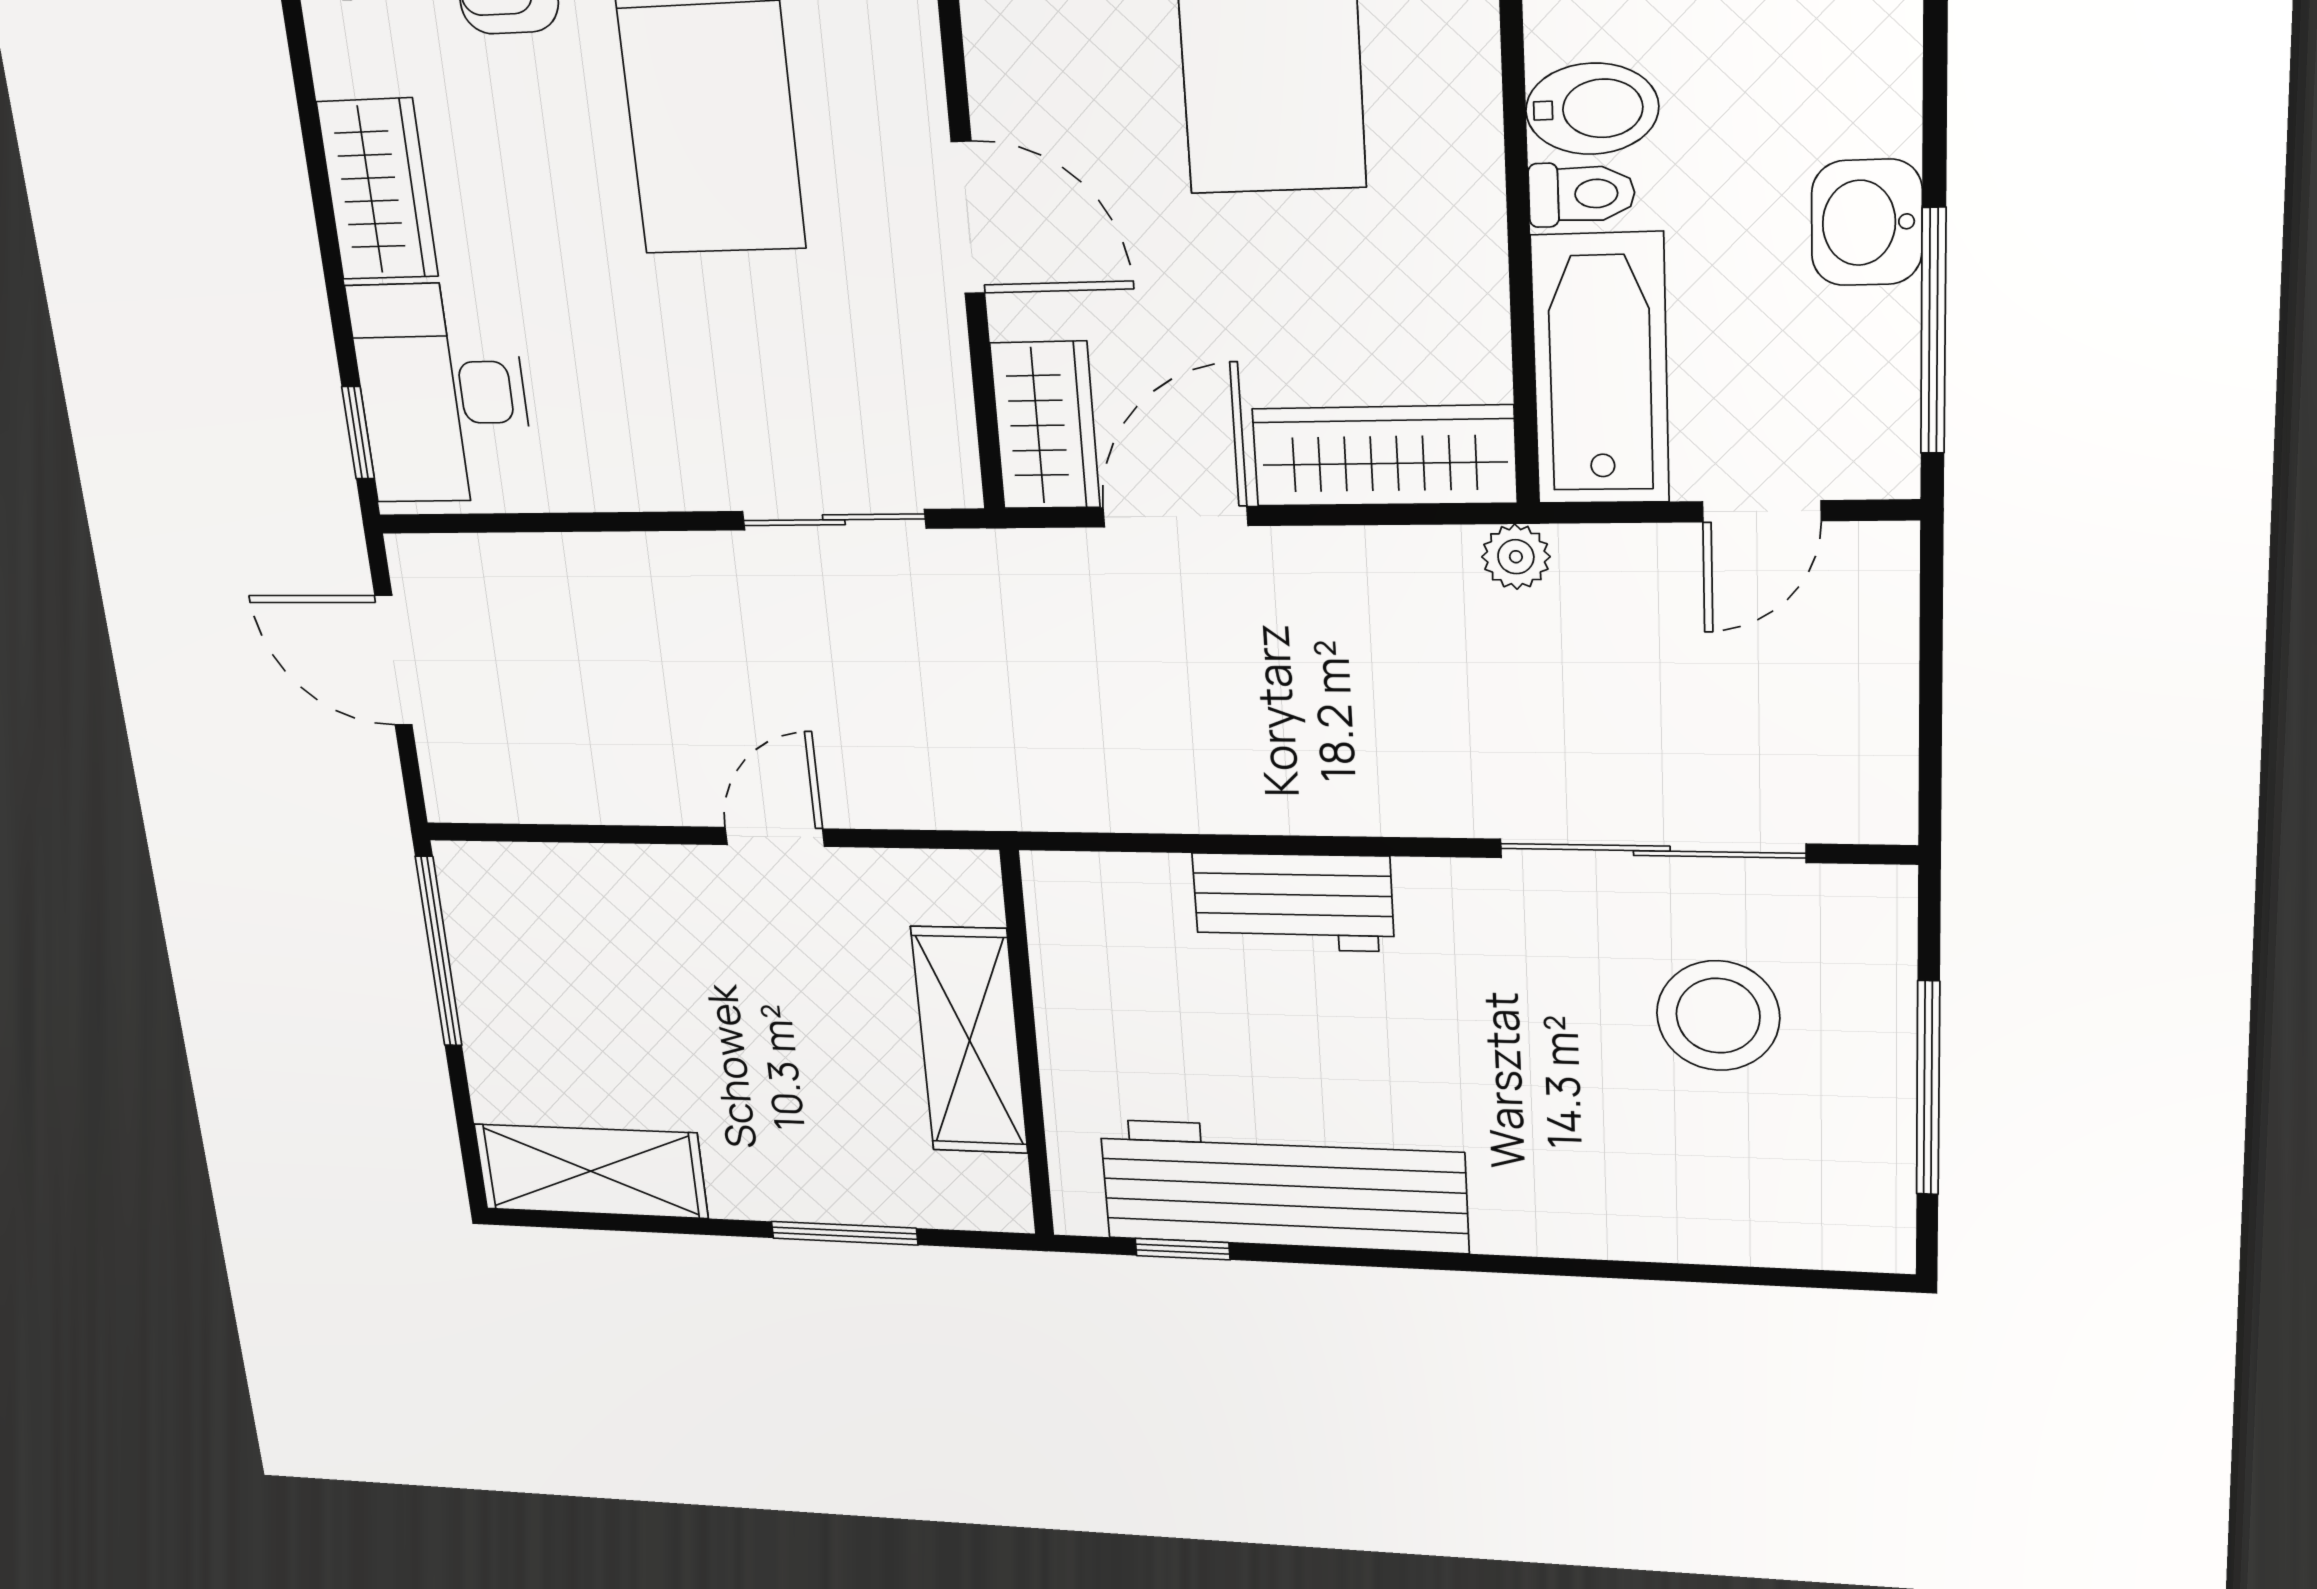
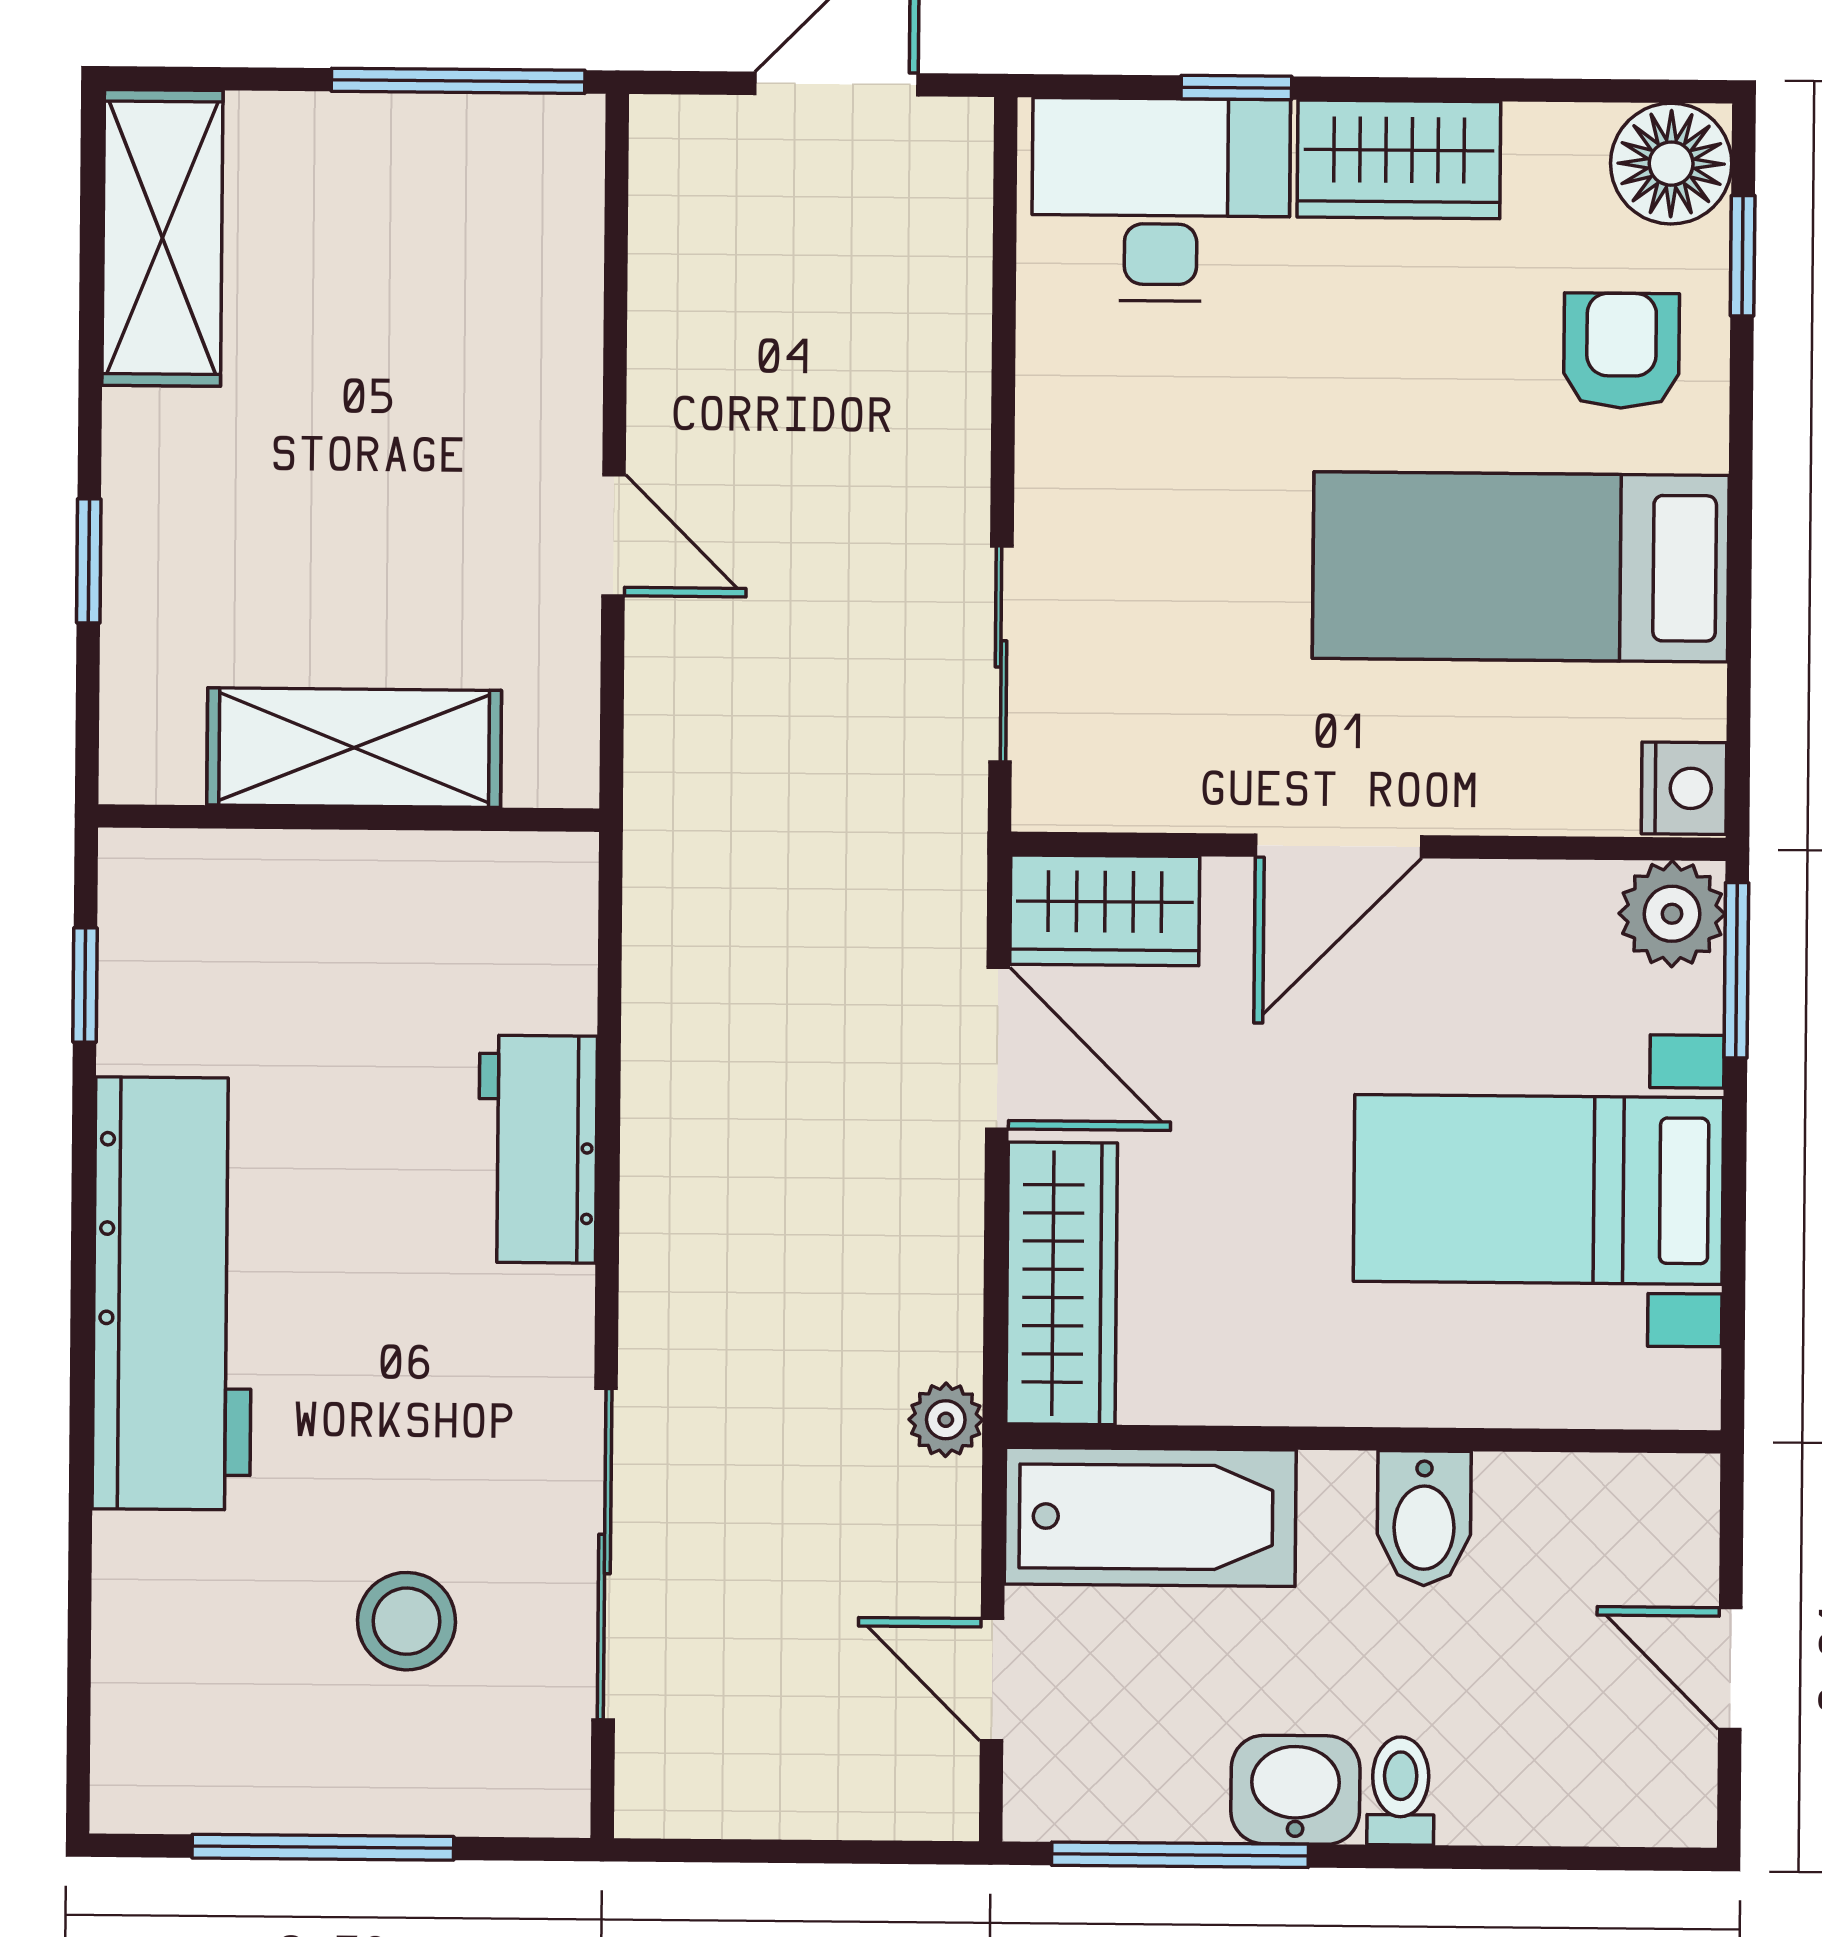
toilet: (1581, 194) -> (1401, 1791), moved, turned 180
window: (358, 433) -> (1236, 88), moved
stool: (1718, 1016) -> (406, 1621), width x0.73, depth x0.73
workbench: (1283, 1186) -> (173, 1293), moved
window: (844, 1233) -> (89, 561), width x0.67

